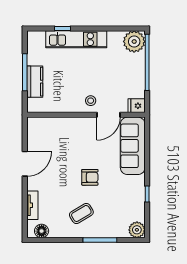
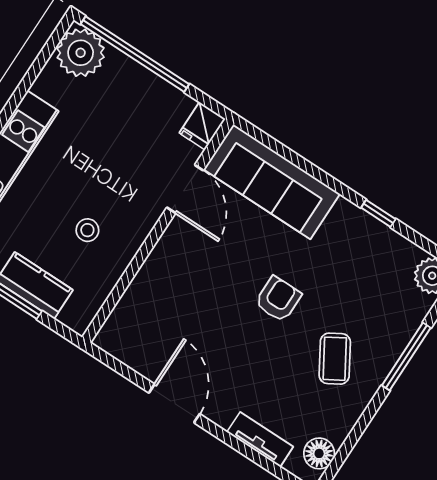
stool: (91, 101) -> (87, 230), moved

